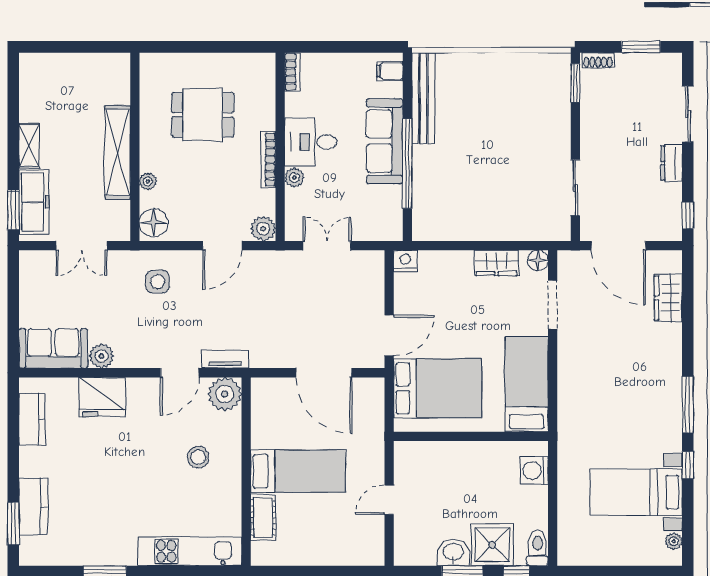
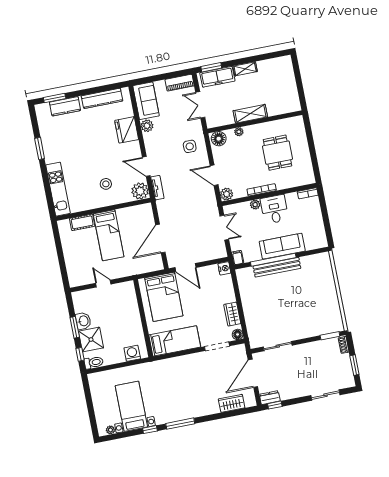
filing cabinet: (390, 71) -> (238, 258), moved
bench: (423, 98) -> (277, 267), moved
shelving: (118, 152) -> (250, 114), width x0.68
dresser: (672, 163) -> (270, 398), moved
piano: (31, 277) -> (180, 83), added
kitchen counter: (32, 419) -> (102, 98), width x1.50

